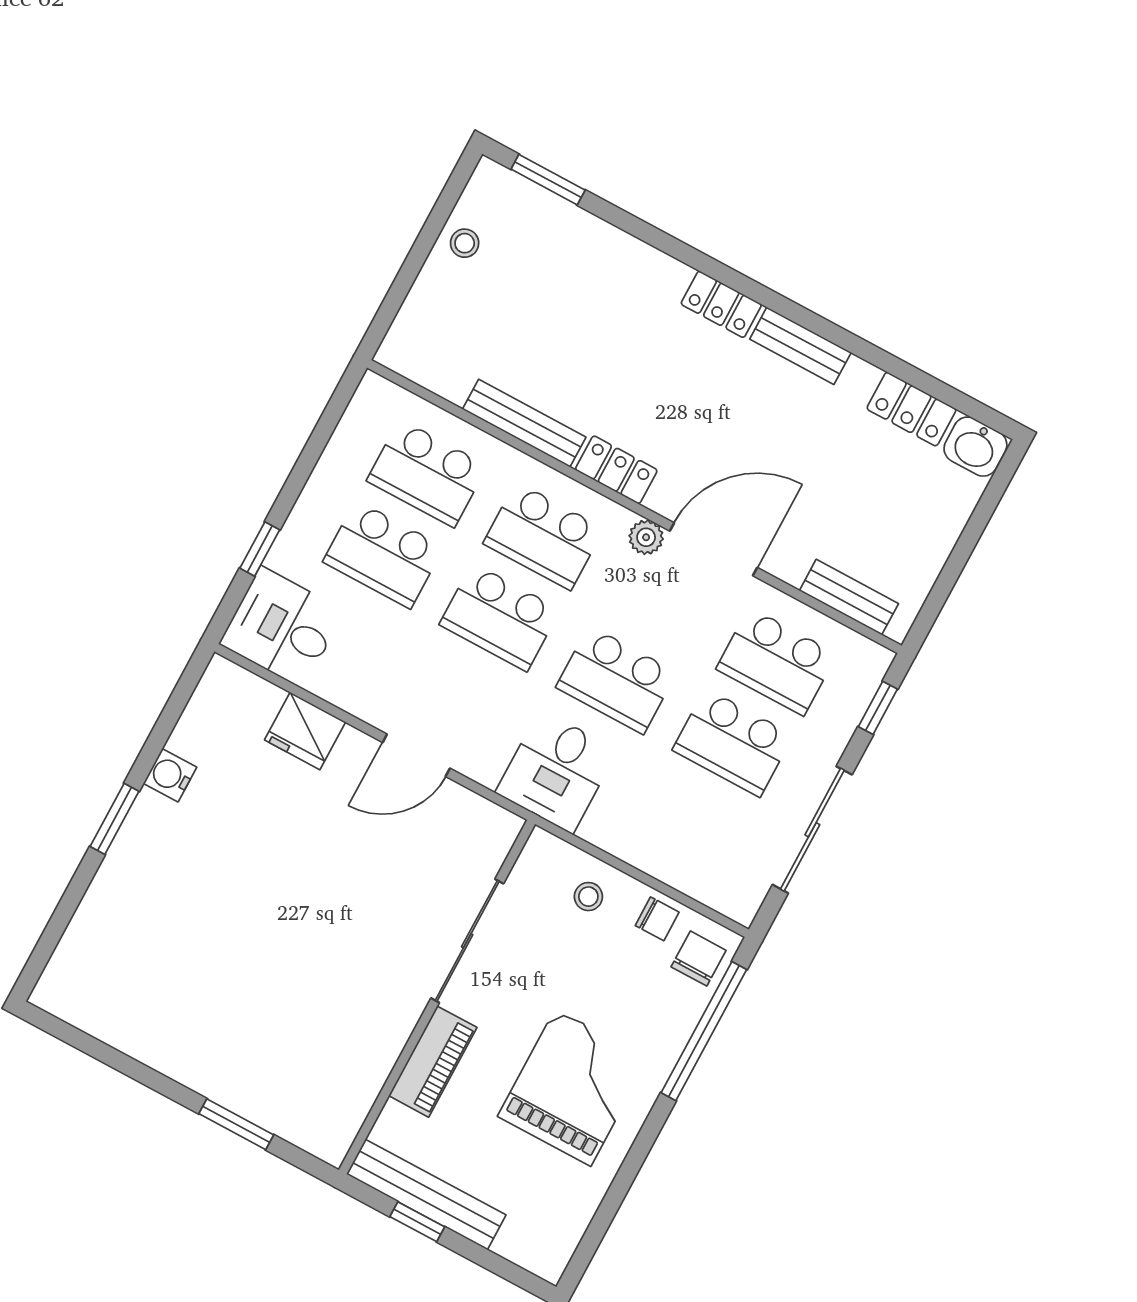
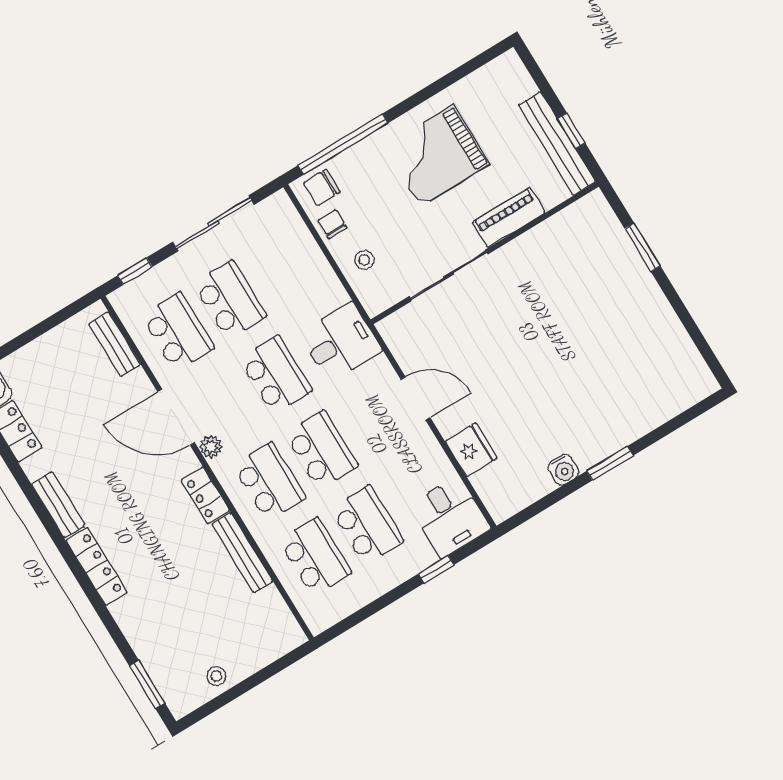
locker: (721, 304) -> (97, 566), width x1.53

